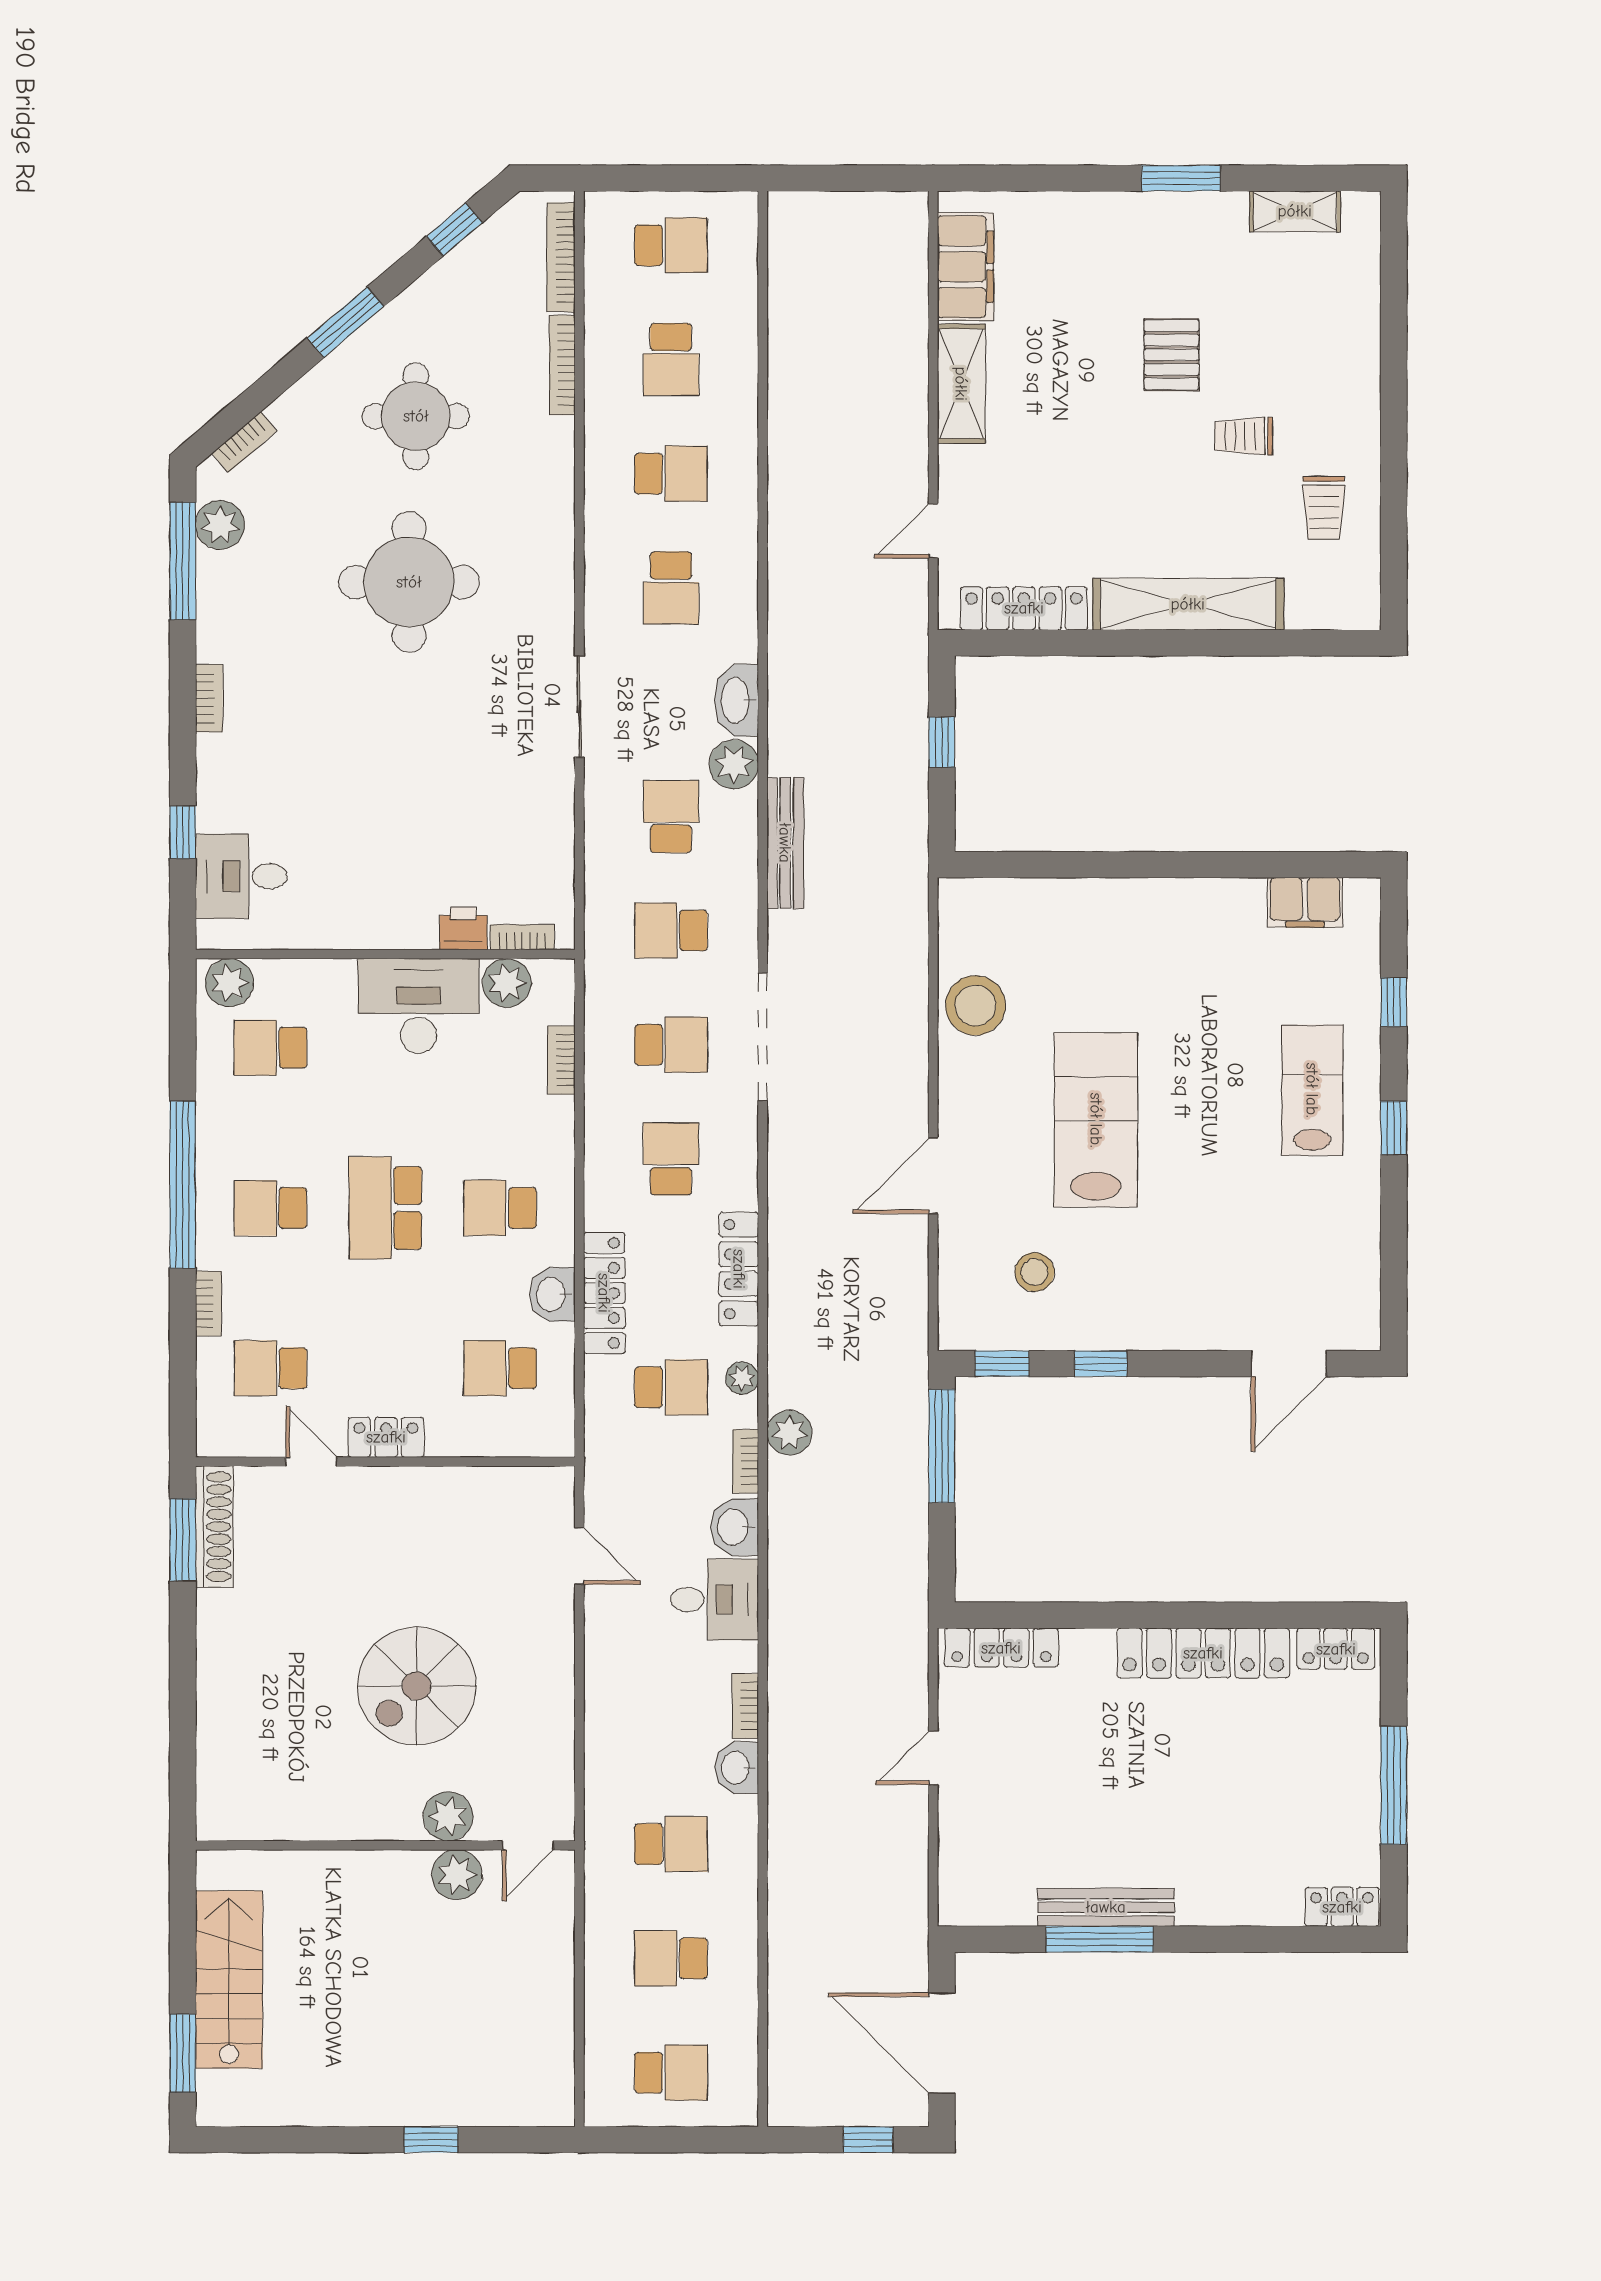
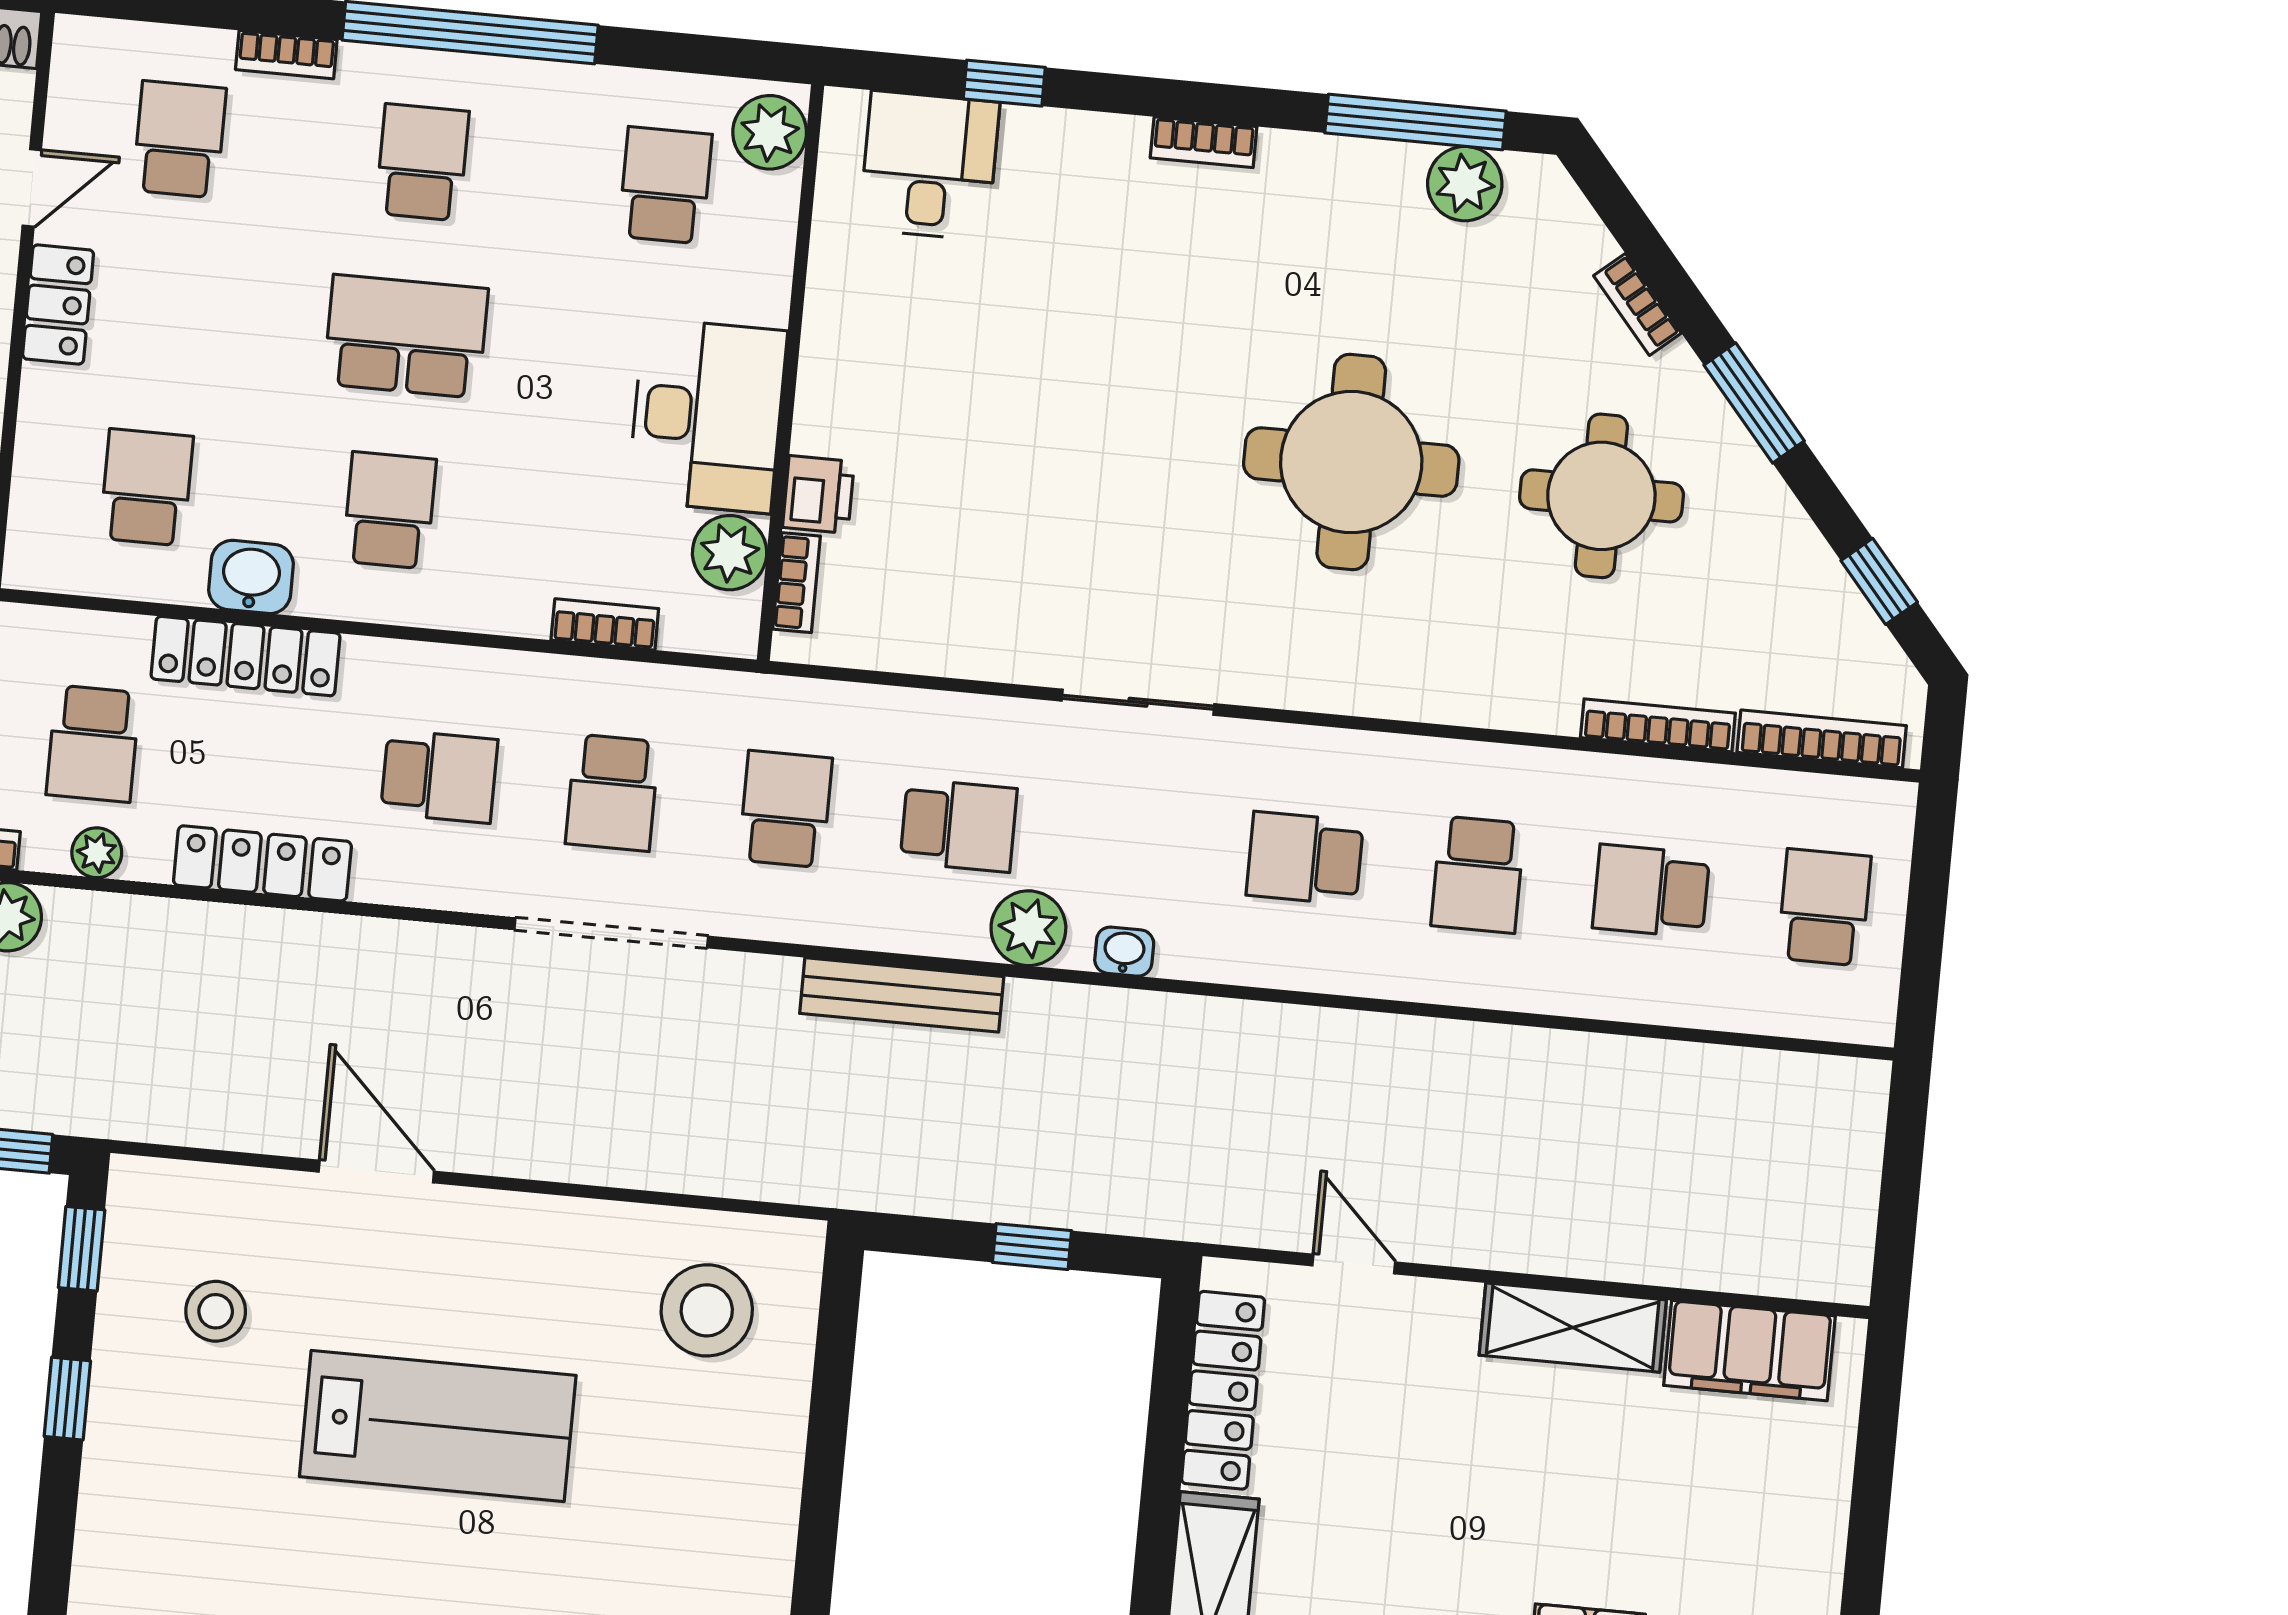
school desk: (671, 245) -> (1824, 907), turned 180
bookcase: (244, 442) -> (1637, 304), moved
washbasin: (736, 700) -> (1124, 952), width x0.52, depth x0.69
stool: (976, 1005) -> (707, 1310), moved

